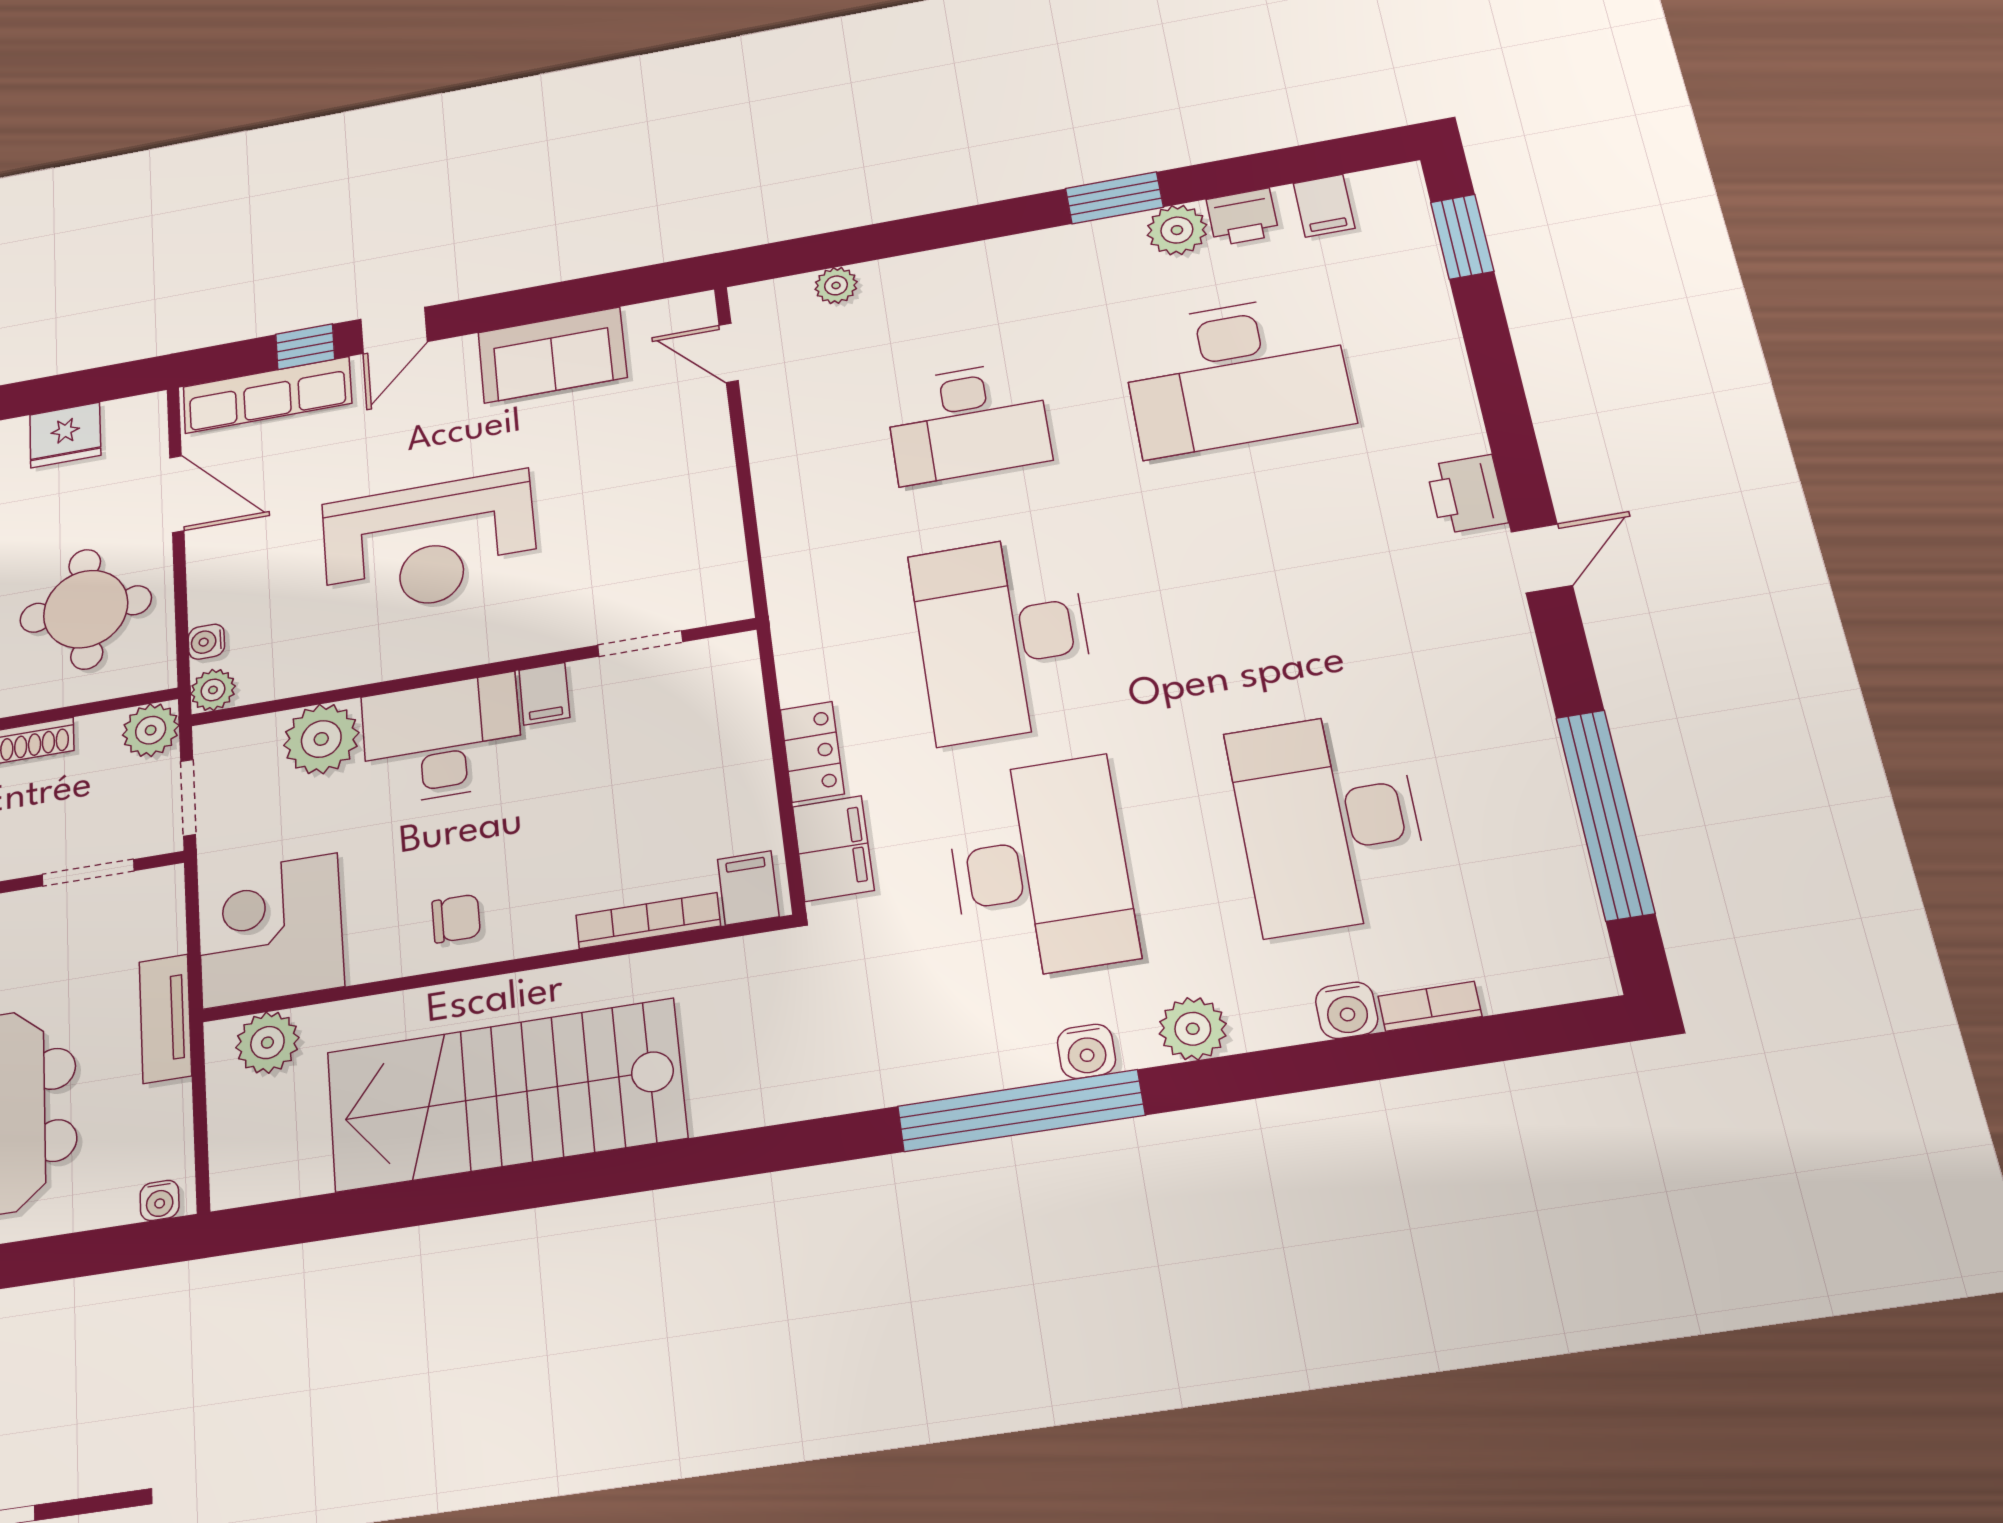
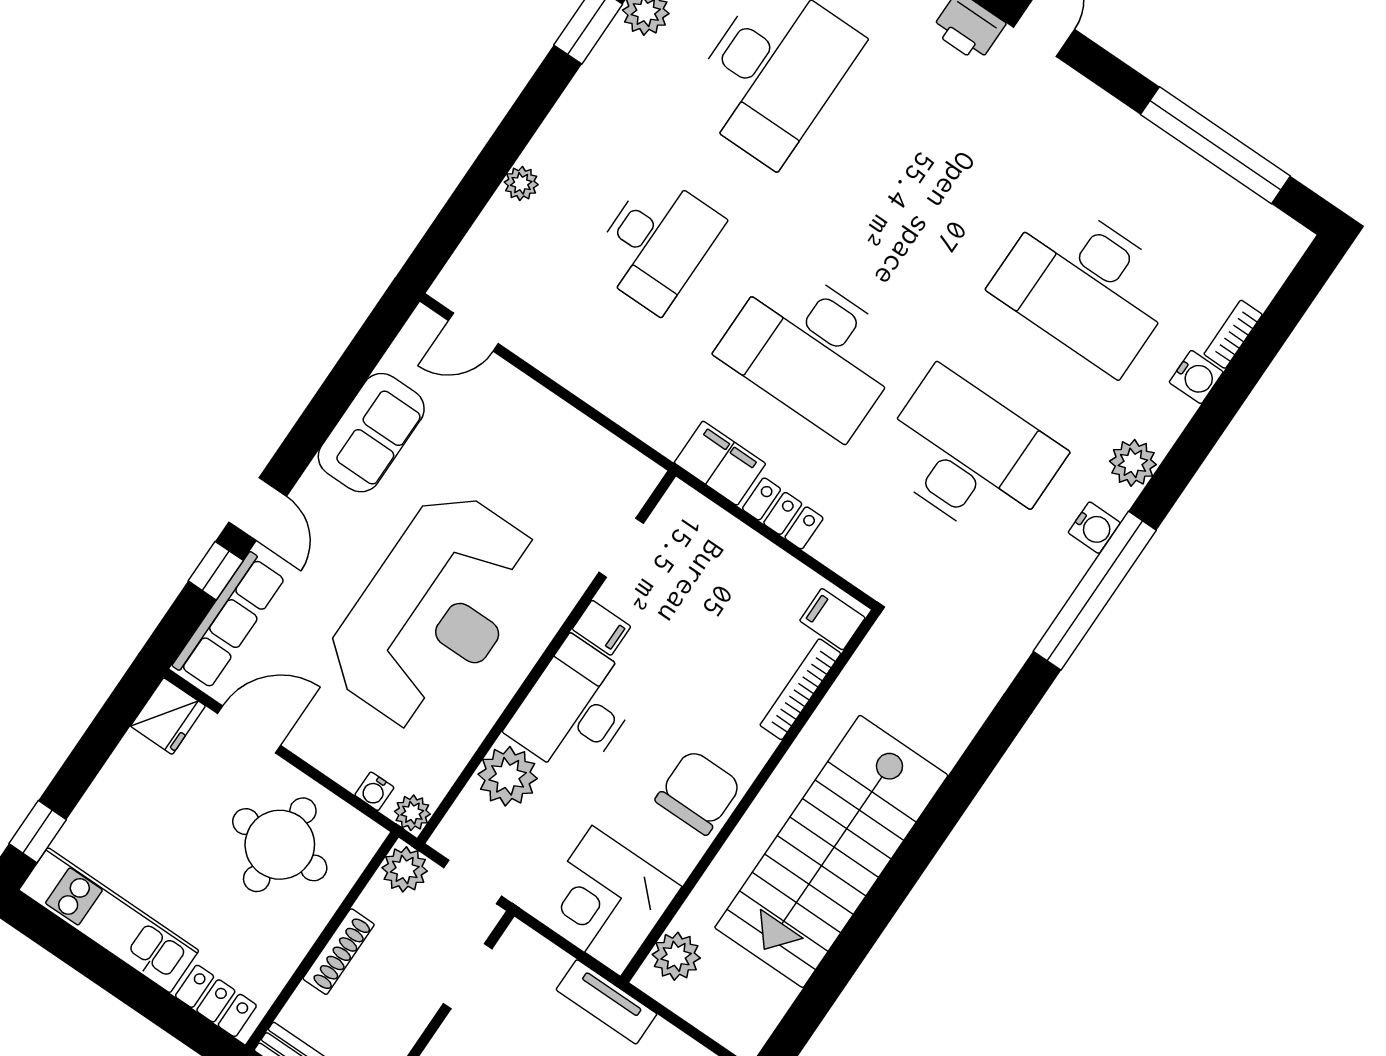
plant: (836, 285) -> (521, 183), moved
fridge: (65, 435) -> (168, 716), moved
reception desk: (429, 544) -> (434, 611), width x1.36, depth x1.30
filing cabinet: (833, 848) -> (720, 463), moved
chair: (456, 919) -> (698, 792), width x1.87, depth x1.87

